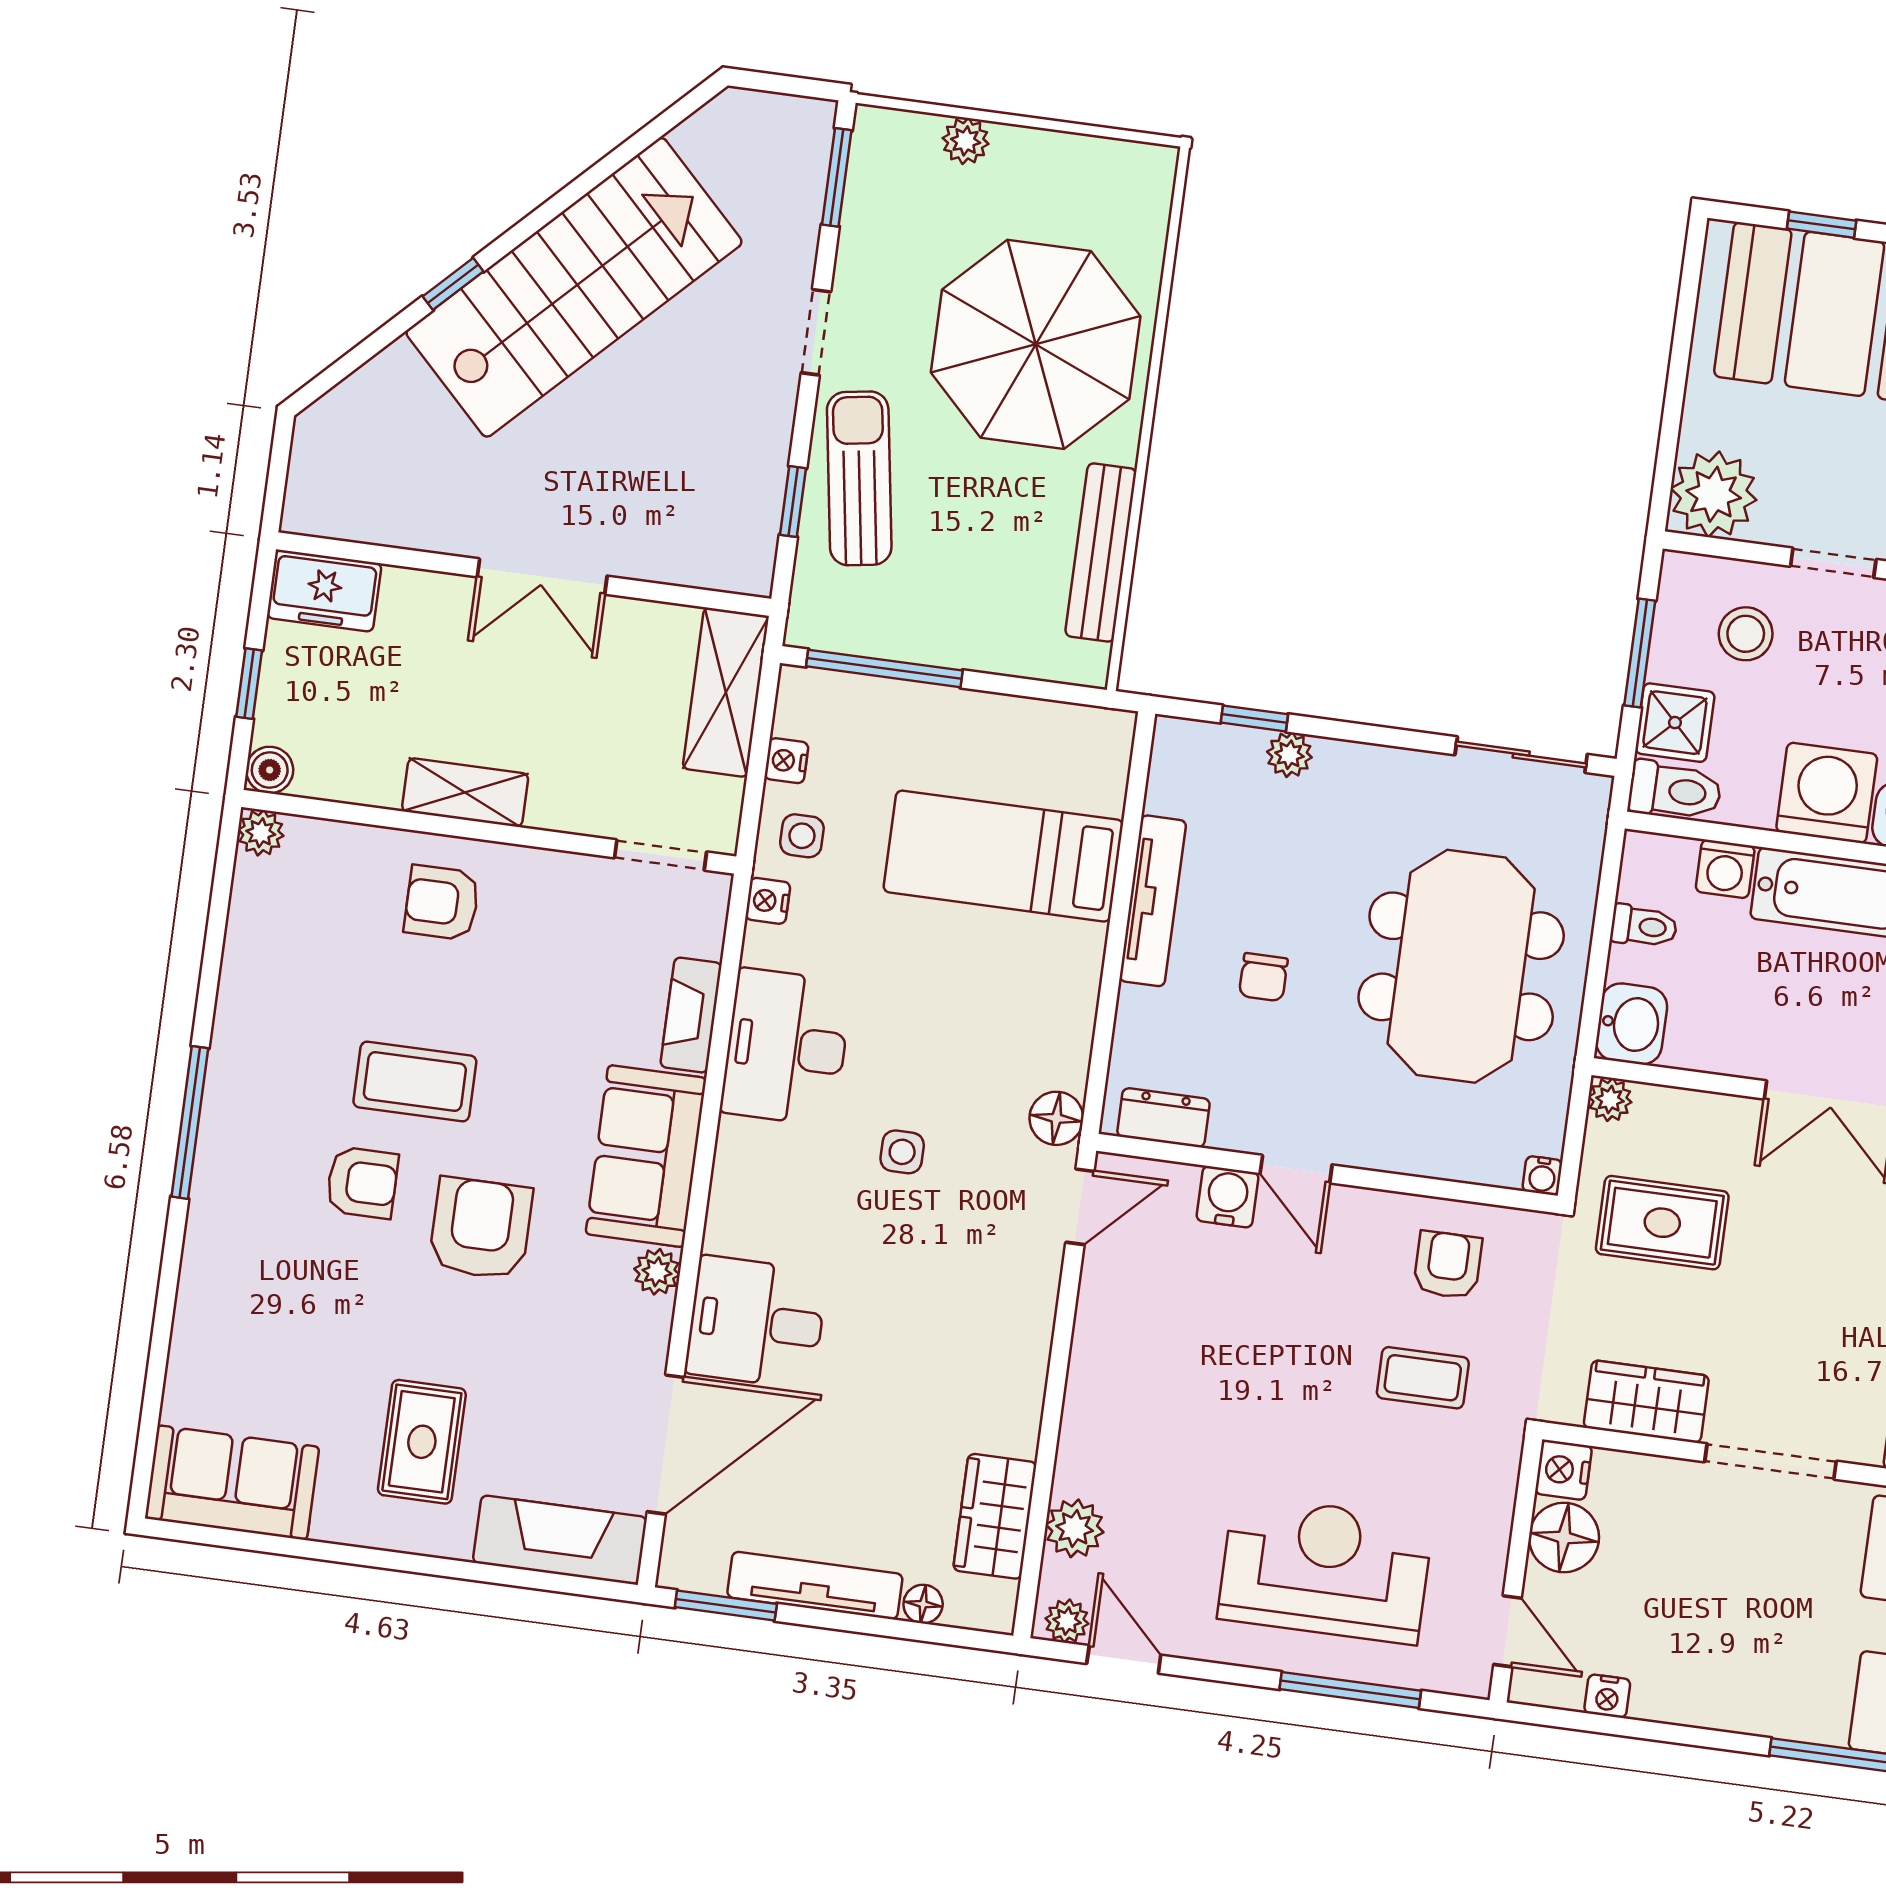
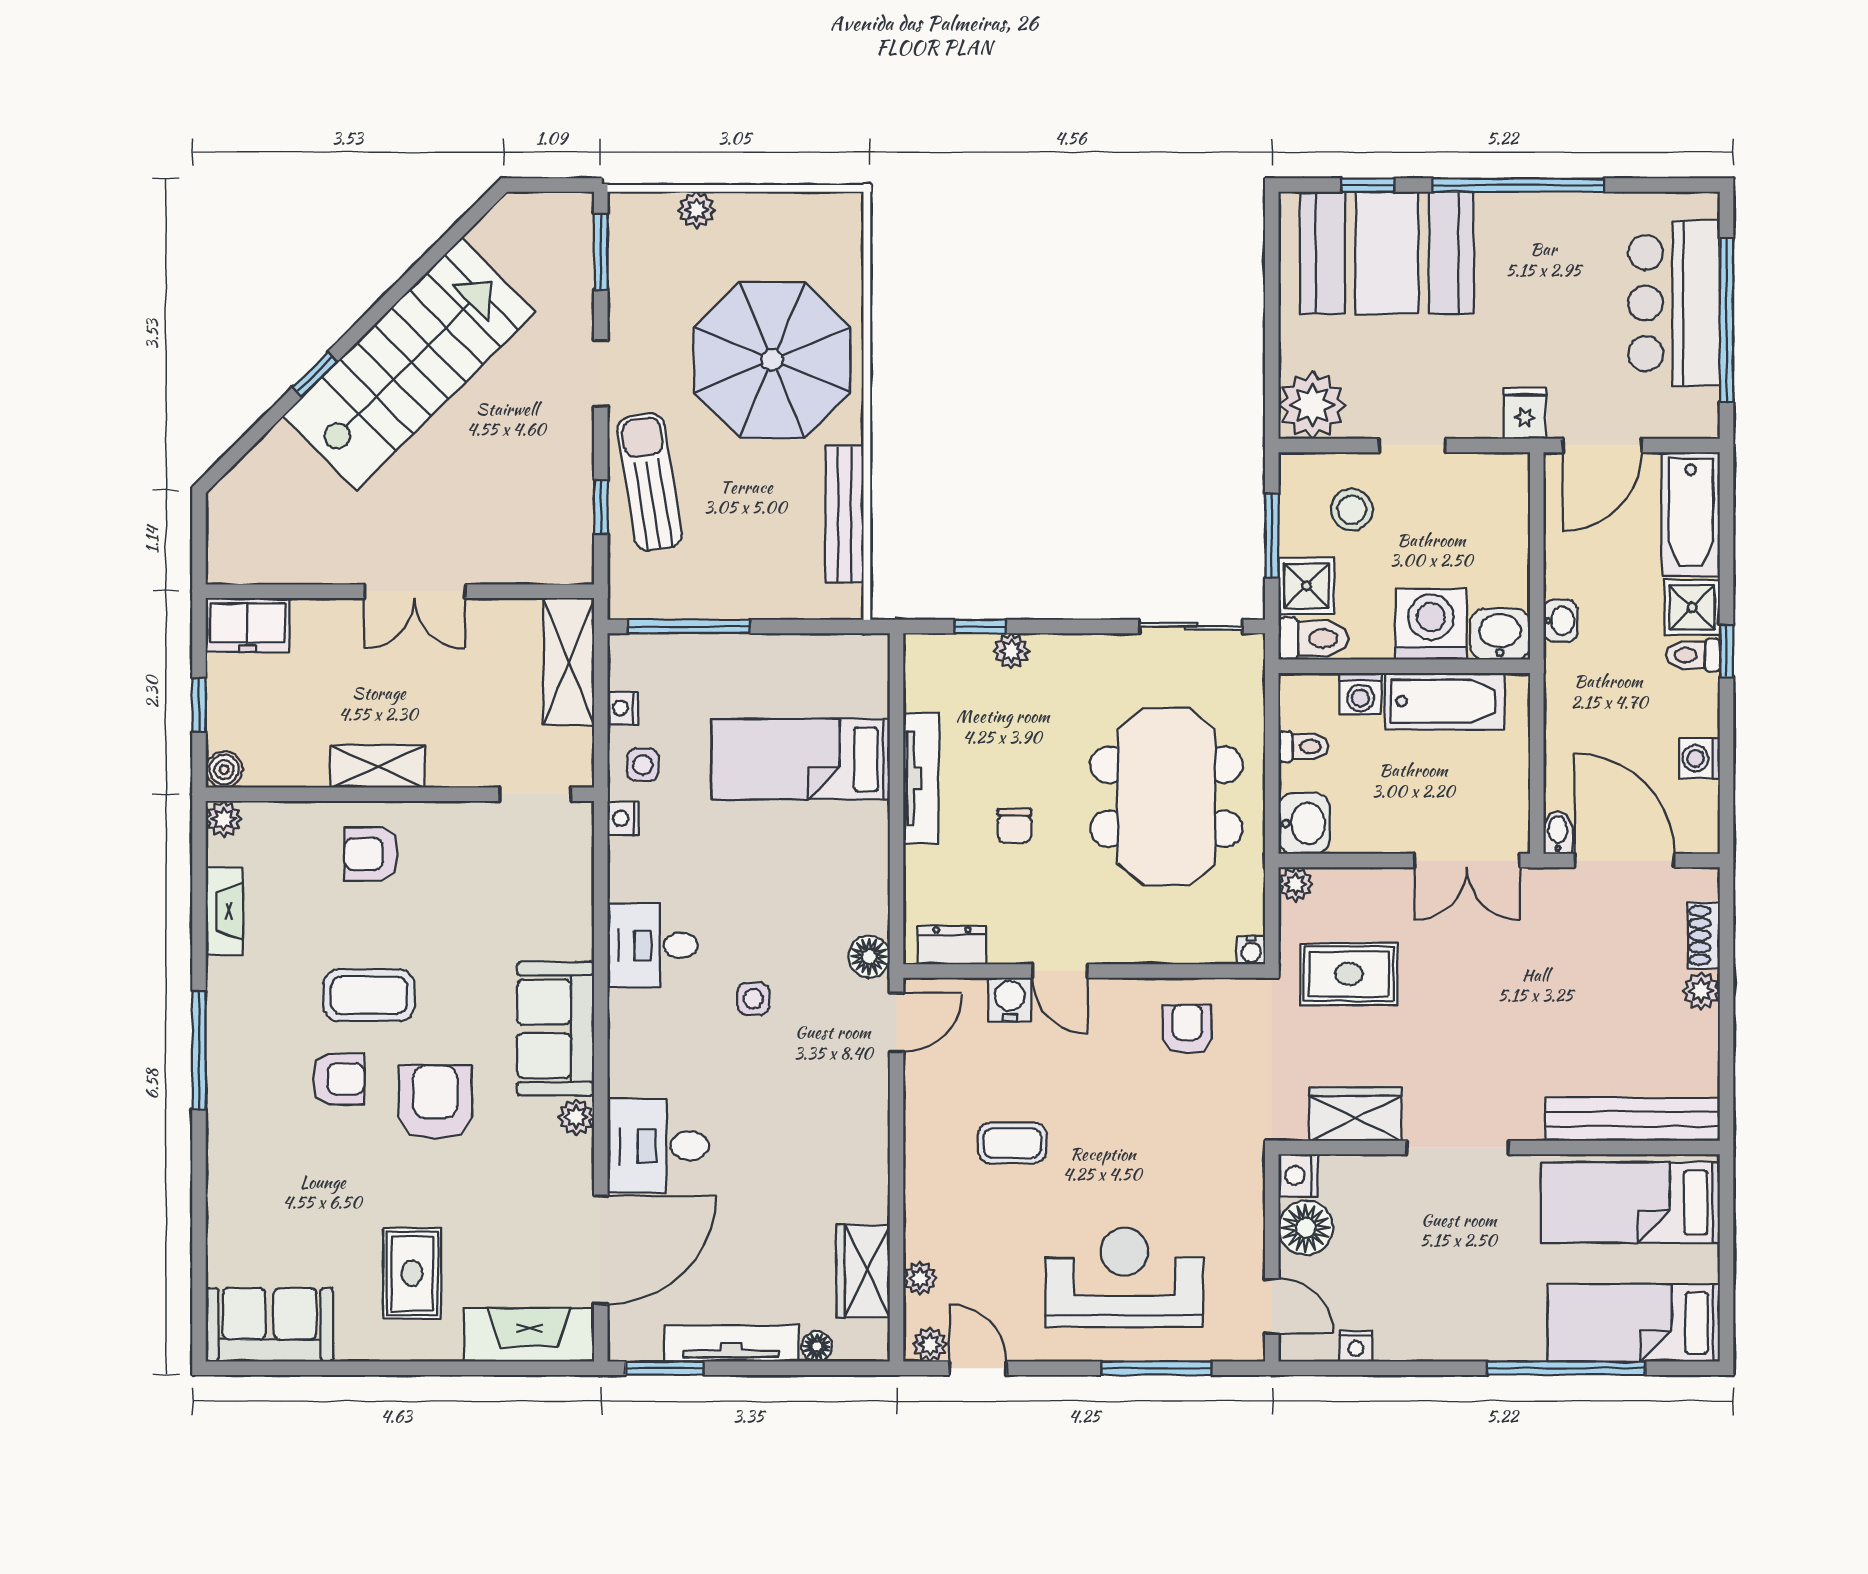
fireplace: (691, 1015) -> (224, 911), moved, turned 180
desk: (786, 1047) -> (653, 945), width x0.73
coffee table: (1423, 1378) -> (1012, 1143), moved
plant: (1075, 1528) -> (920, 1278), width x0.73, depth x0.73

